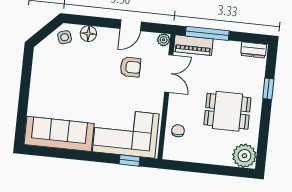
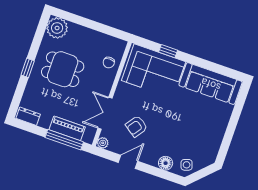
piano: (193, 45) -> (67, 128), moved
armchair: (130, 67) -> (136, 126), turned -55
window: (268, 89) -> (28, 68), moved
window: (129, 160) -> (168, 51), moved

